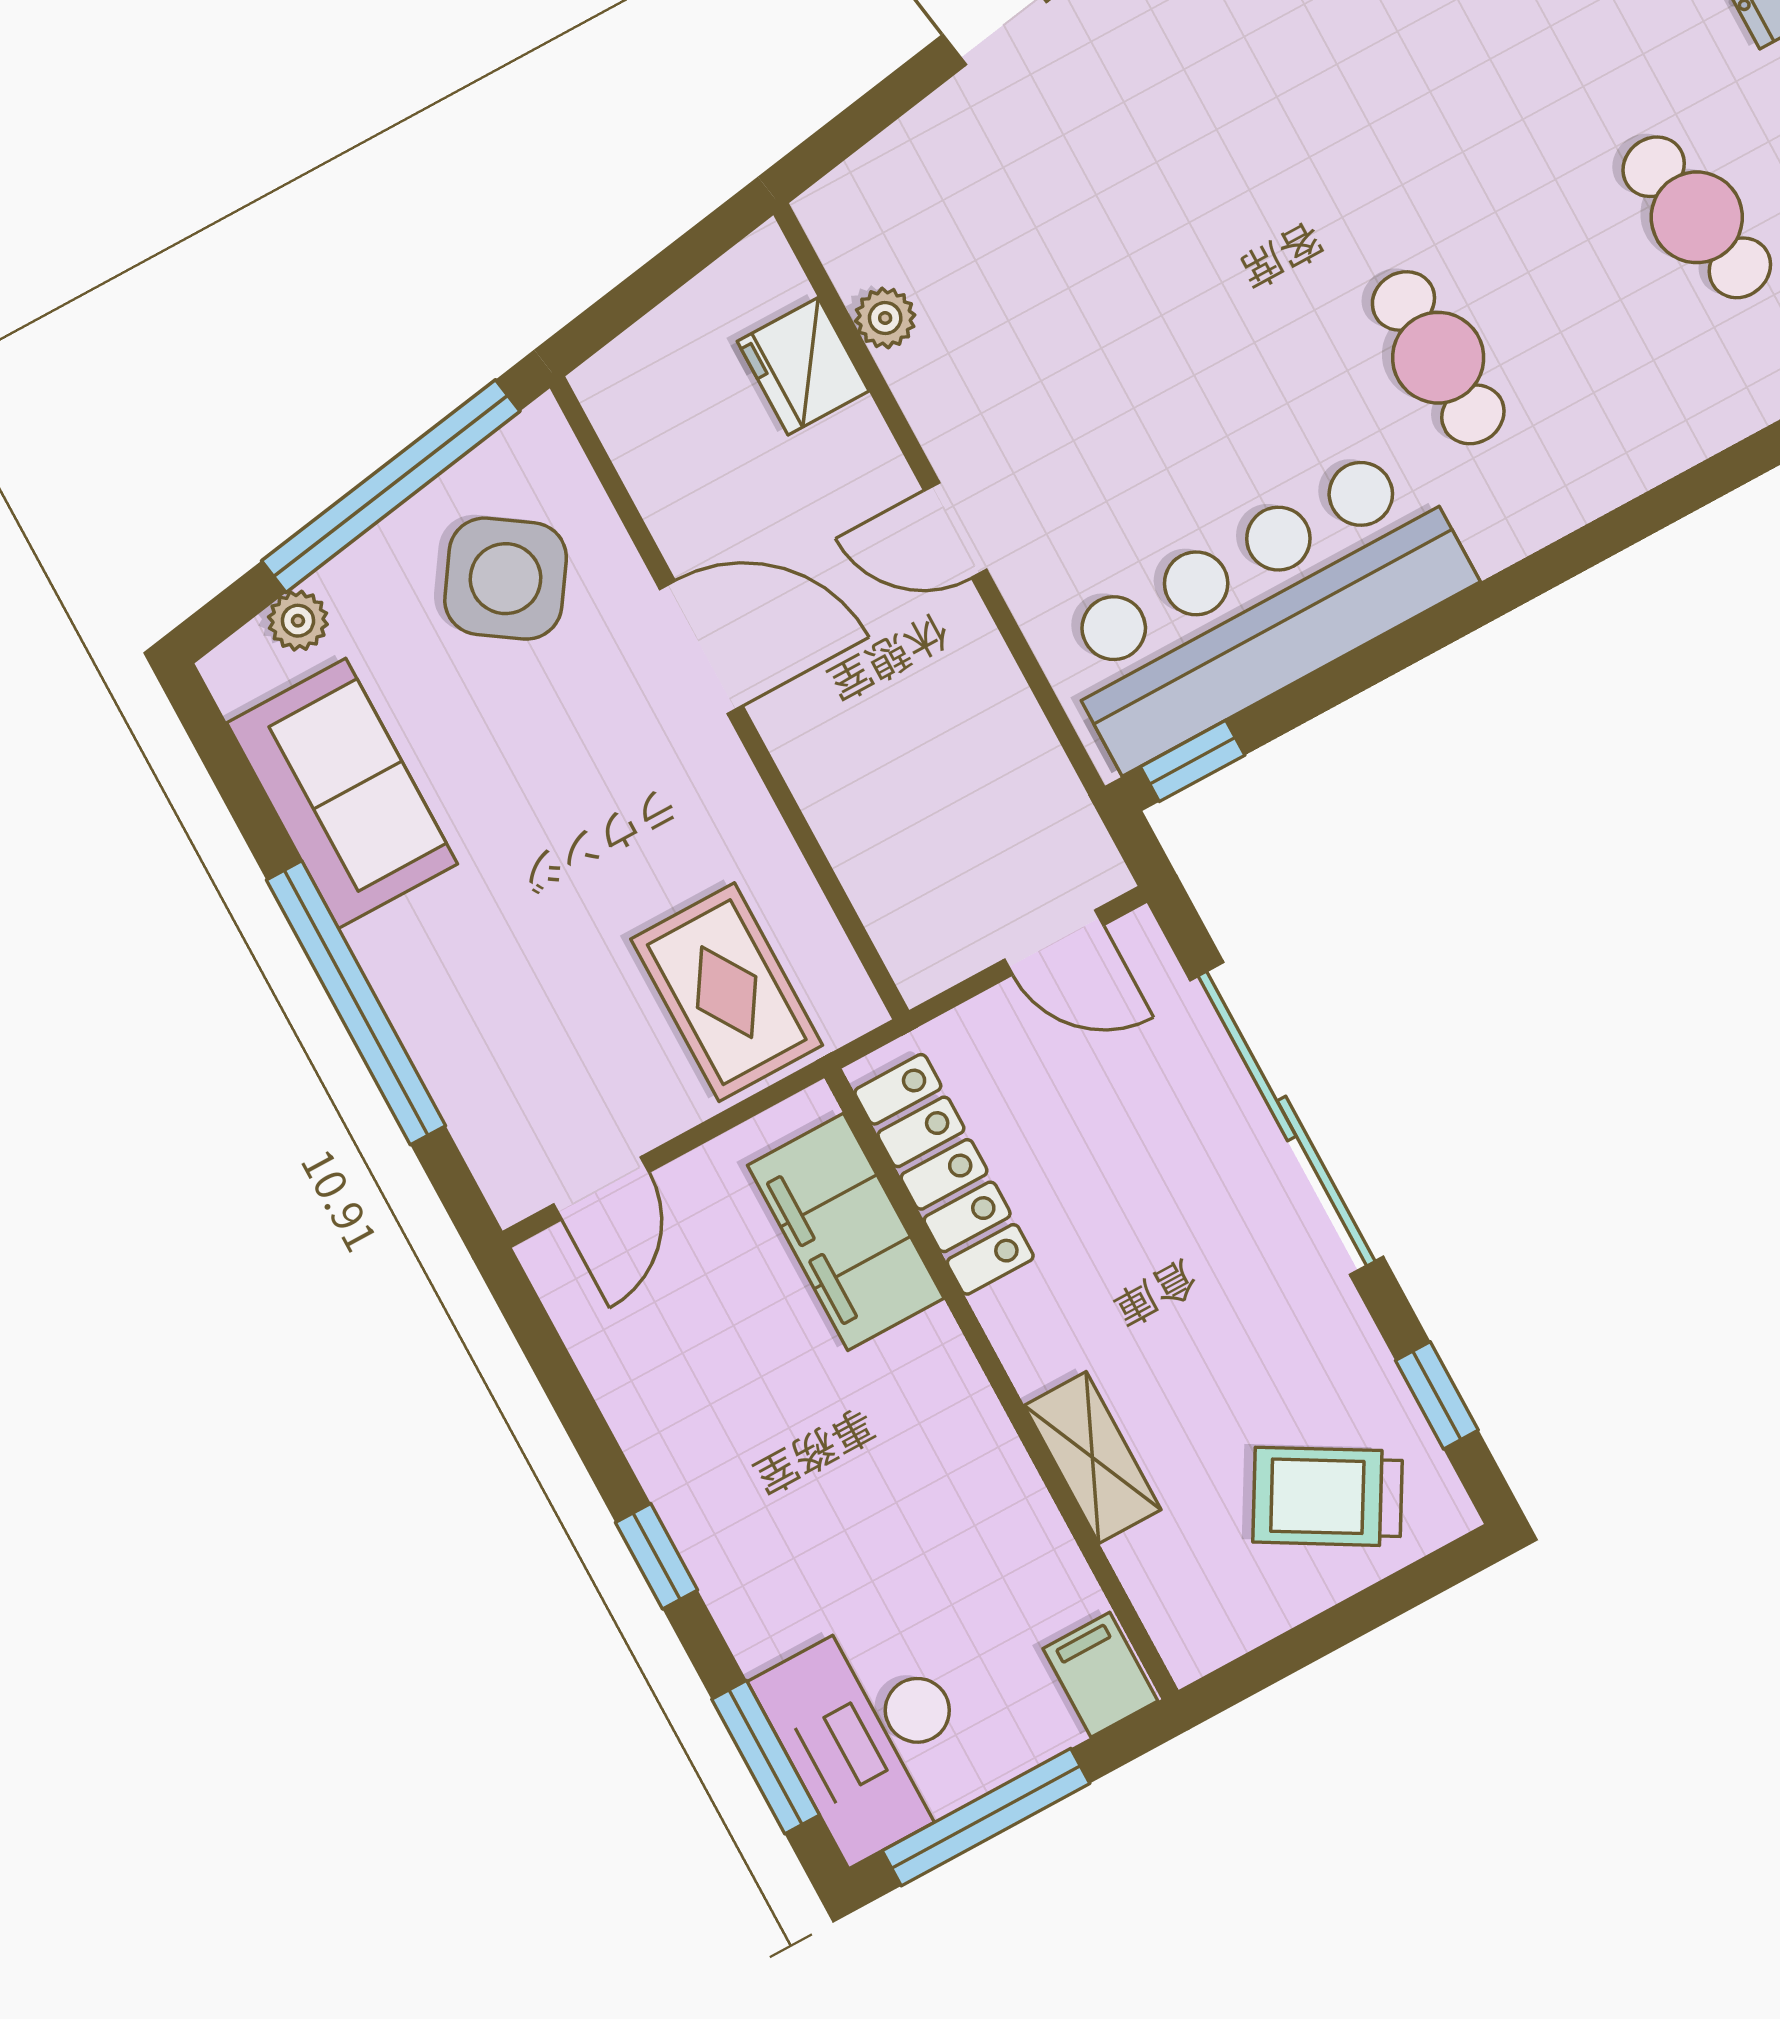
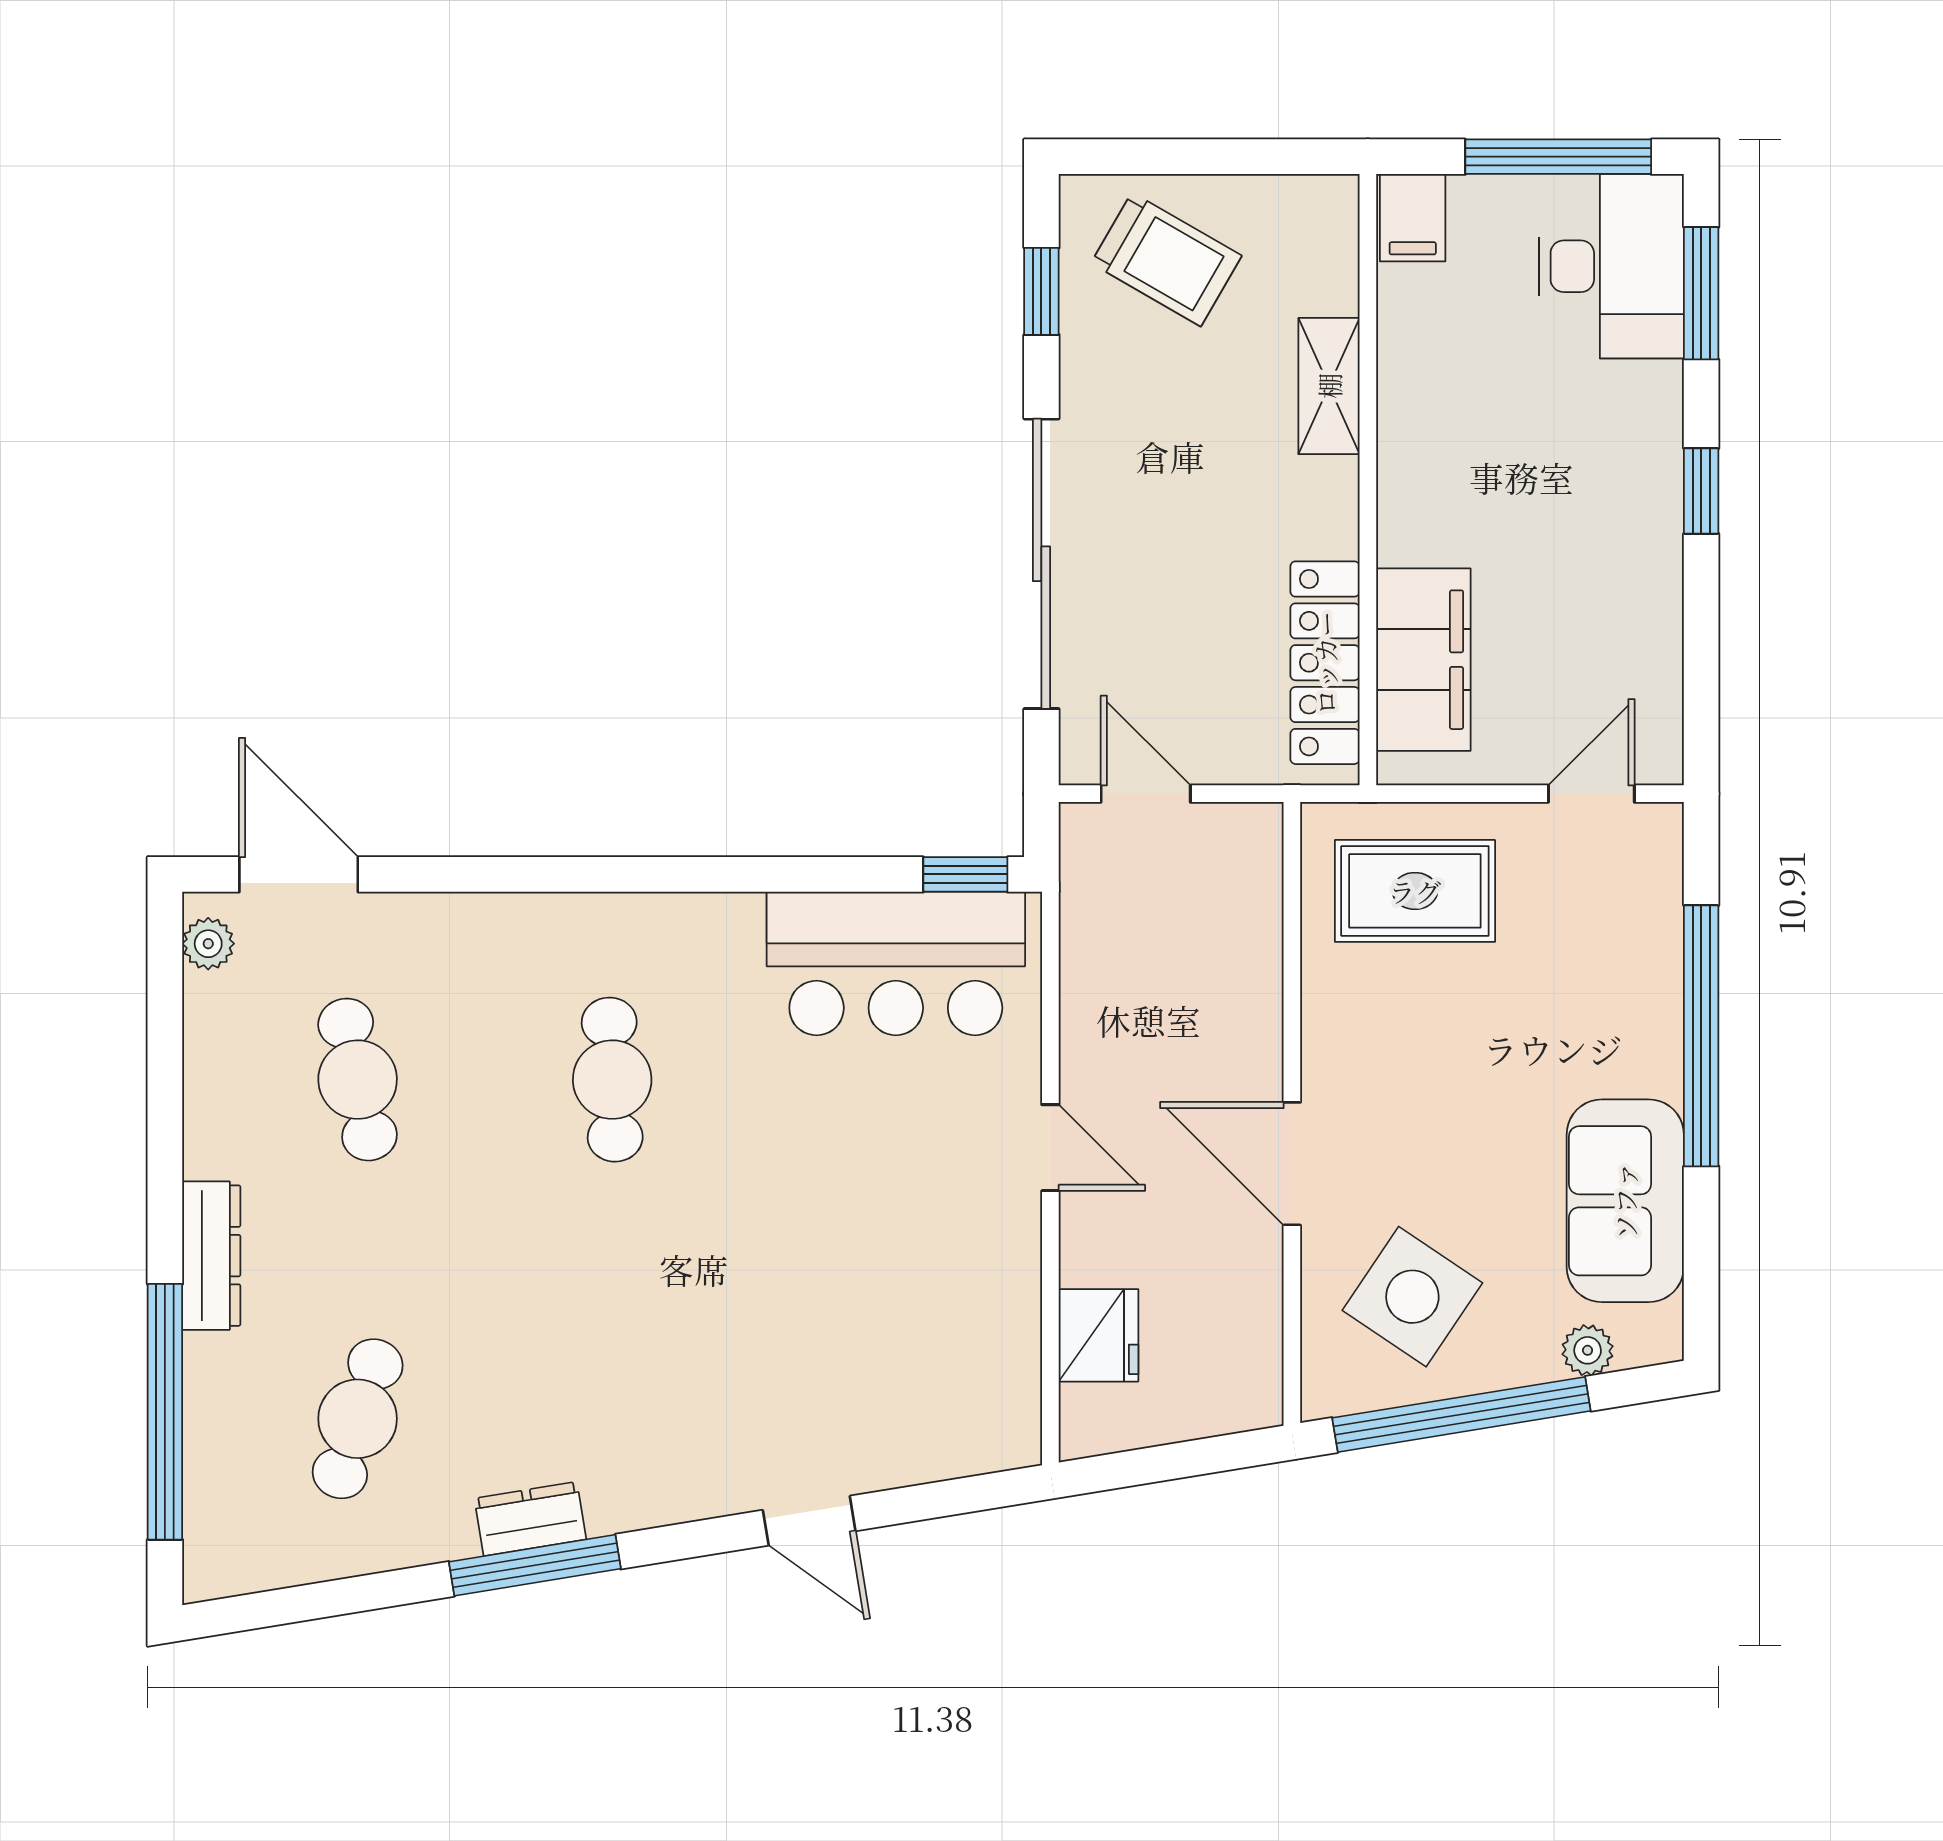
plant: (885, 318) -> (1016, 1338), removed
bar counter: (1262, 606) -> (896, 963), width x0.73
rug: (727, 992) -> (1415, 891), turned 90

